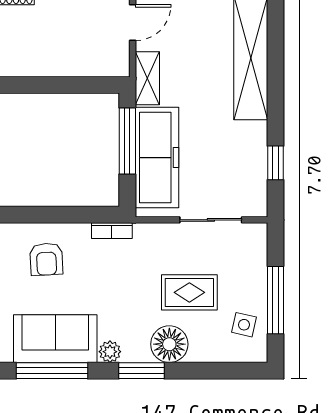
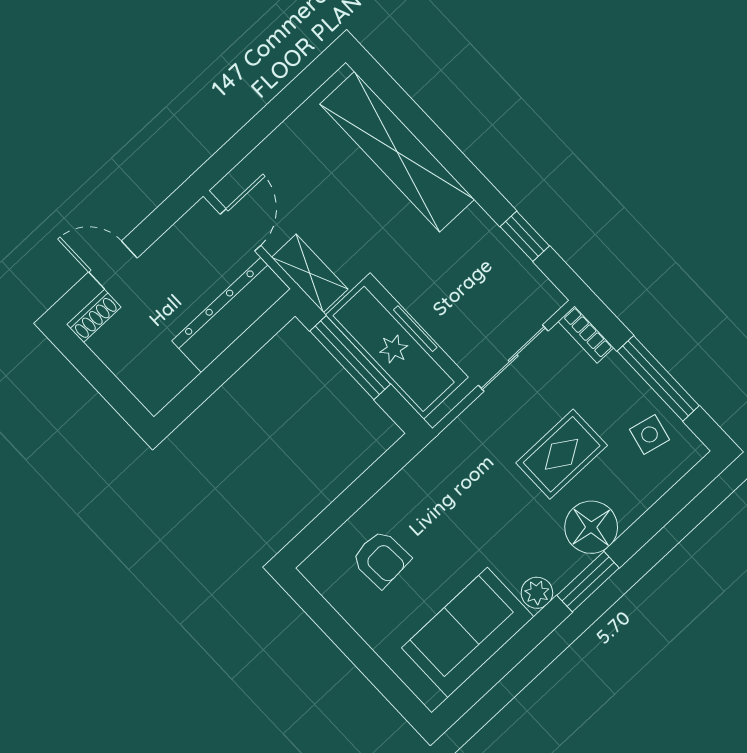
dresser: (87, 62) -> (231, 315), added
bookcase: (112, 231) -> (586, 335), moved, turned 90
window: (52, 371) -> (495, 669), removed

